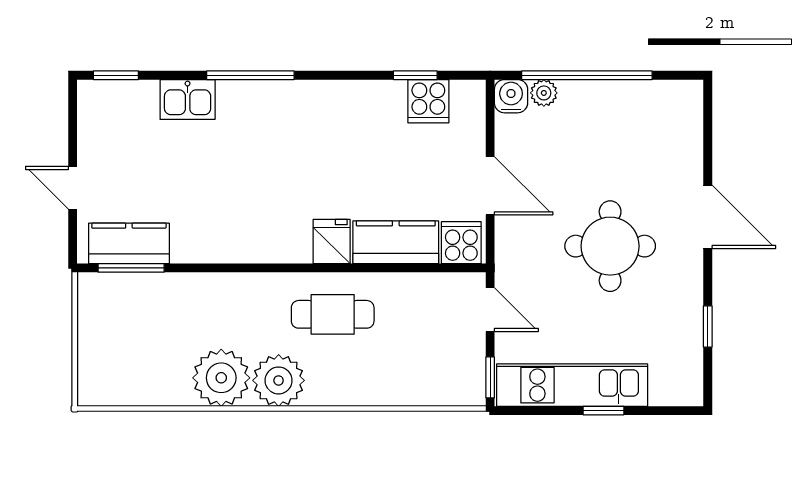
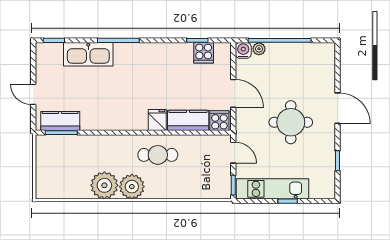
kitchen sink: (188, 100) -> (88, 54), width x1.88, depth x1.24

